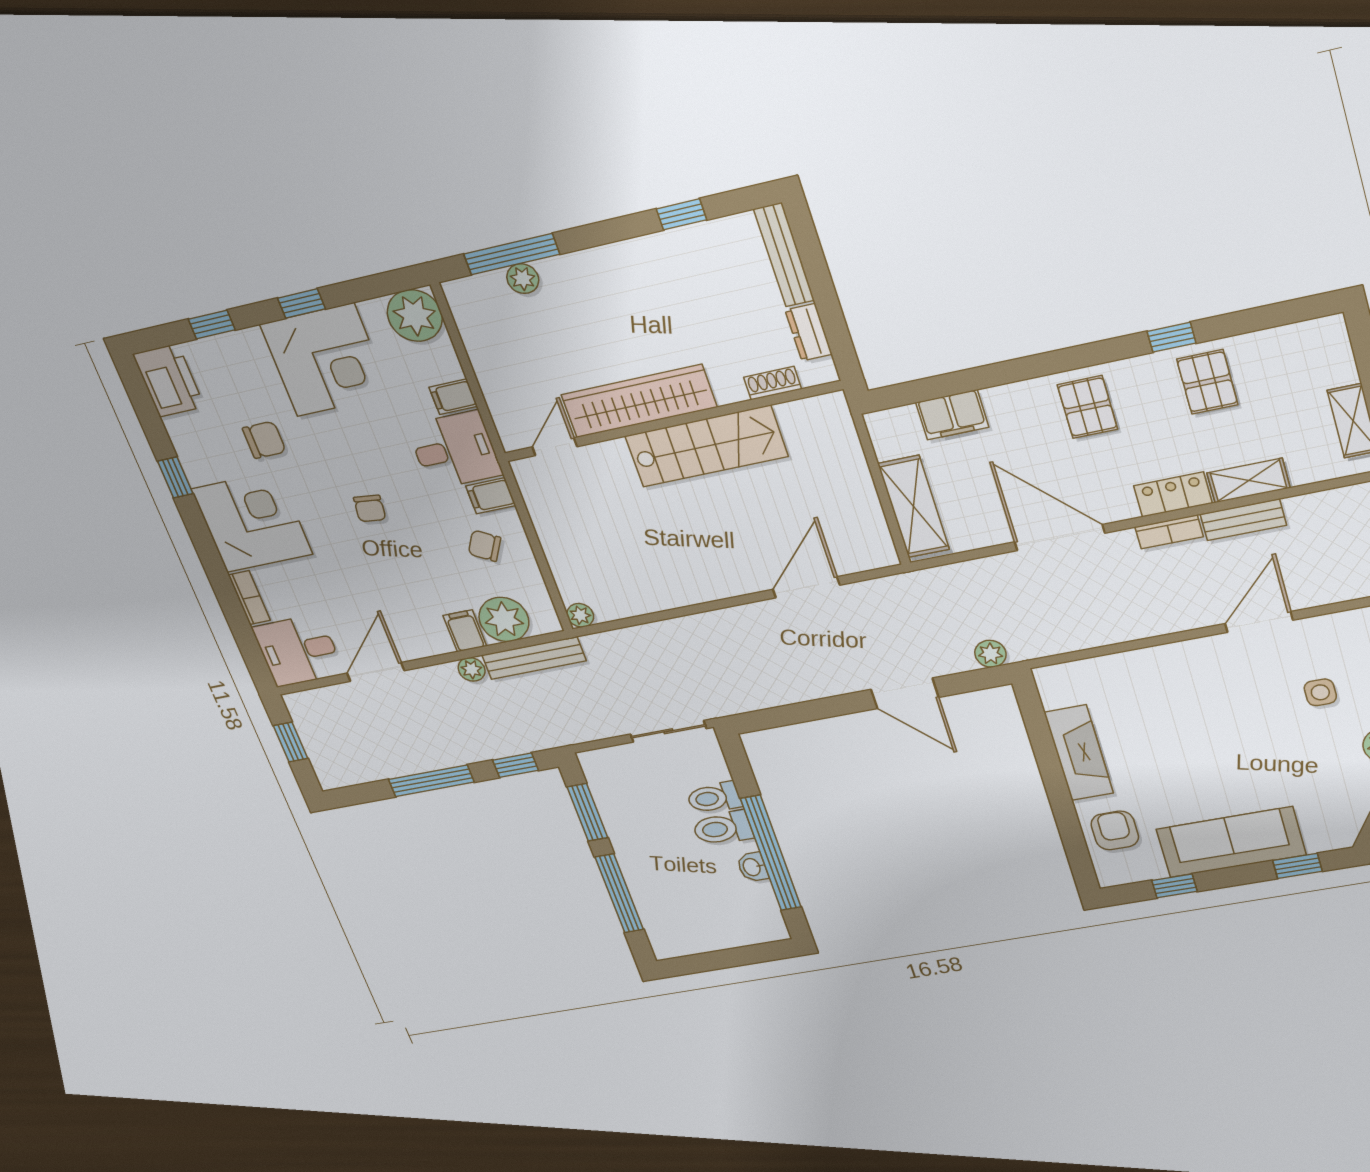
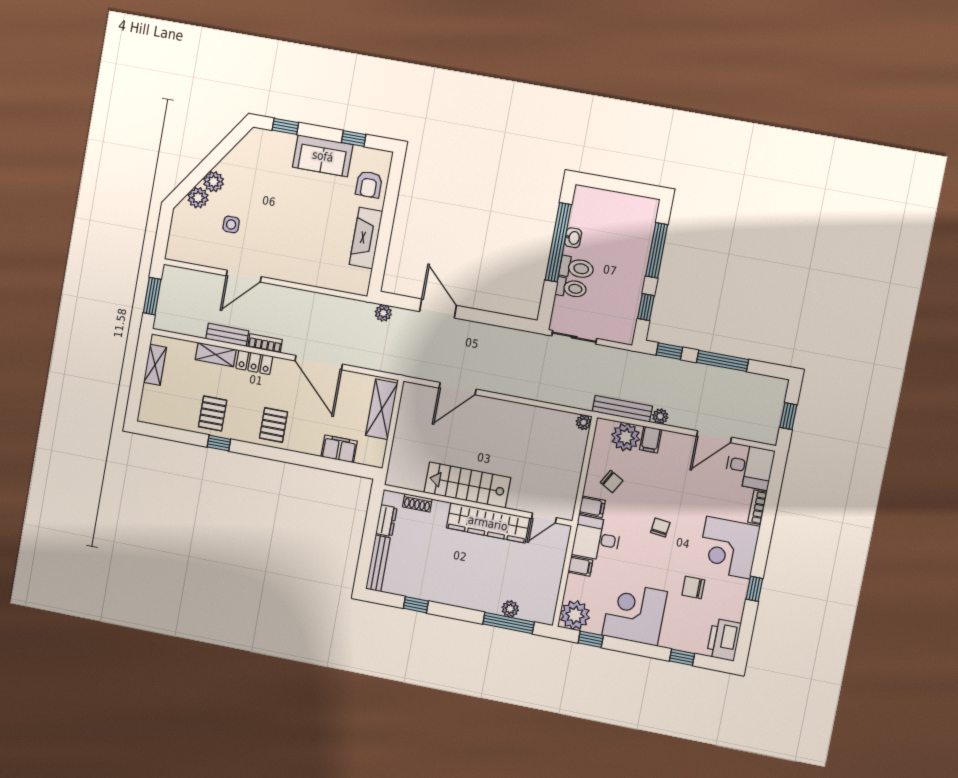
window: (301, 303) -> (591, 639), moved
window: (587, 812) -> (646, 307), width x0.67
sofa: (1231, 842) -> (323, 156), width x0.73

